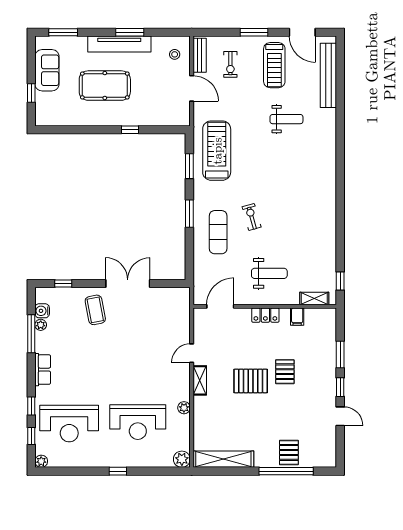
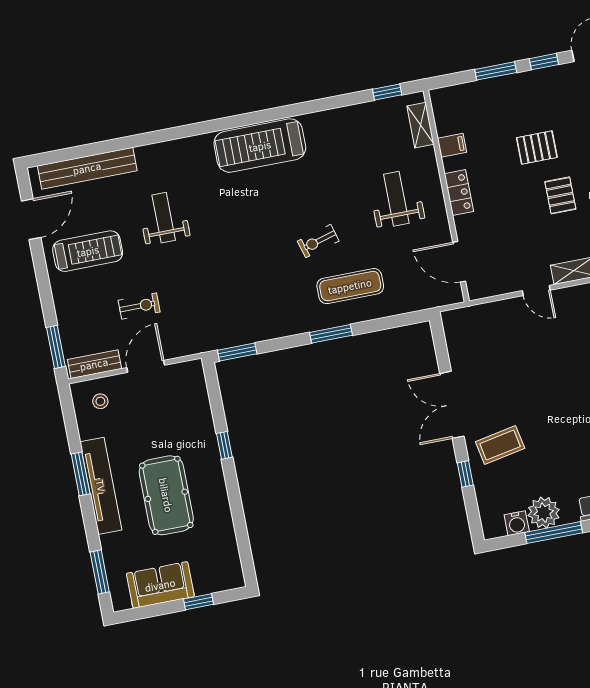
window: (254, 32) -> (56, 347), moved
exercise bike: (230, 64) -> (139, 306), moved
treadmill: (217, 151) -> (260, 146), moved
window: (189, 166) -> (237, 352), moved
window: (63, 283) -> (465, 474), moved
plant: (41, 325) -> (544, 513), width x1.88, depth x1.88
pallet: (251, 381) -> (560, 195), width x0.67, depth x0.71

